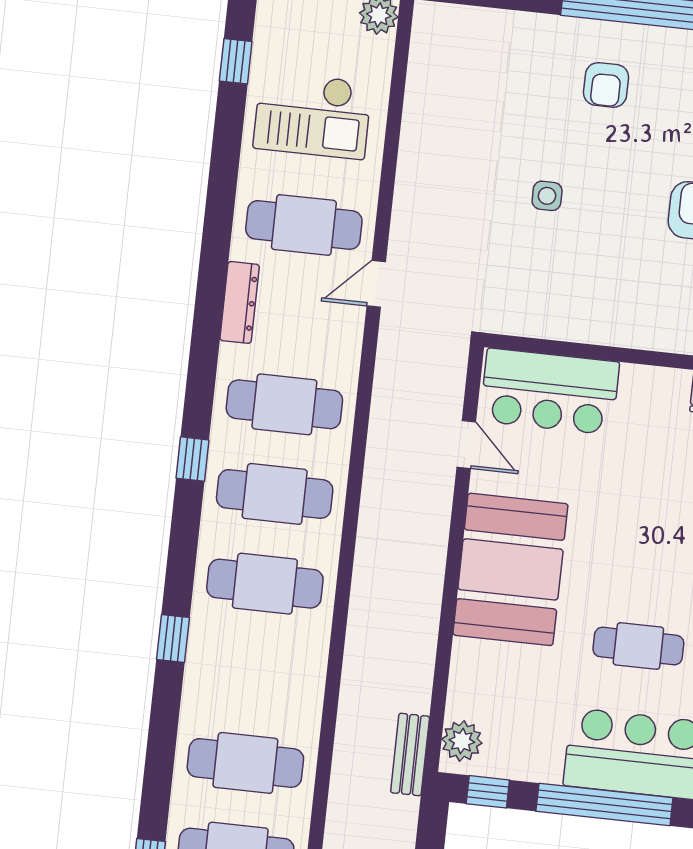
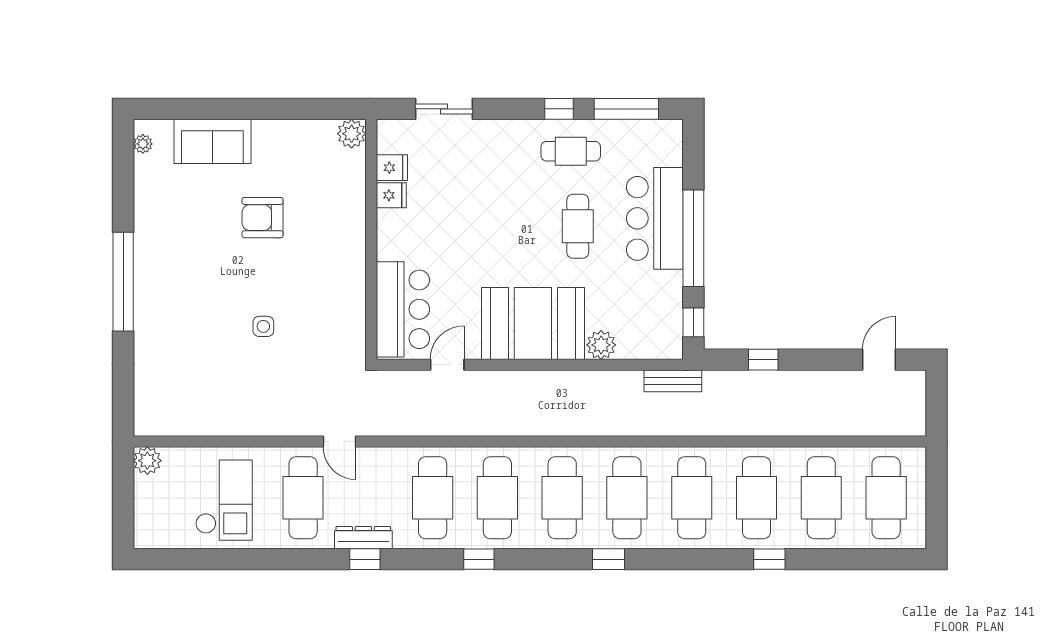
window: (236, 61) -> (365, 559), moved
armchair: (606, 85) -> (180, 293), removed
cafe table: (255, 673) -> (627, 498), added
plant: (462, 741) -> (601, 345), moved

